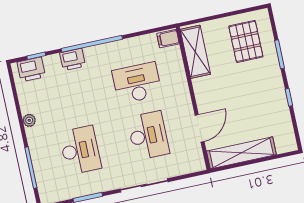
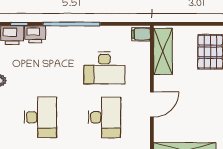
printer: (73, 59) -> (35, 34), moved
desk: (137, 83) -> (104, 68), turned 180
door: (200, 128) -> (152, 104), moved

